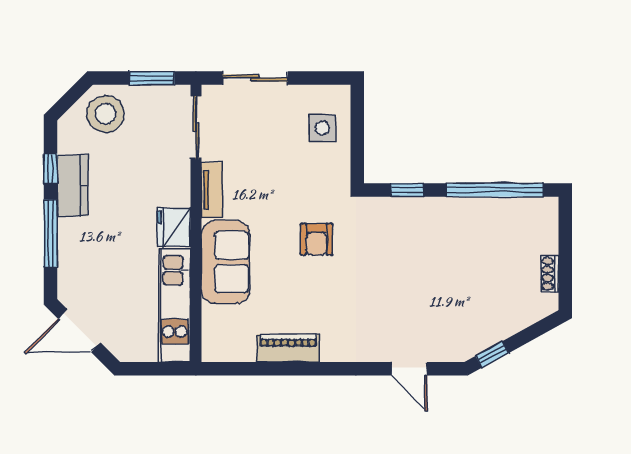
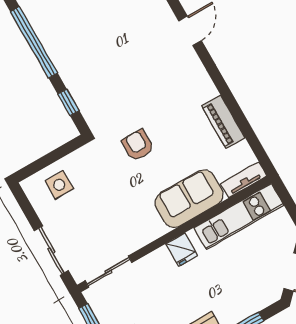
tv unit: (212, 190) -> (244, 180), moved
fridge: (174, 227) -> (182, 250), width x0.72
armchair: (316, 239) -> (138, 145), turned -90

